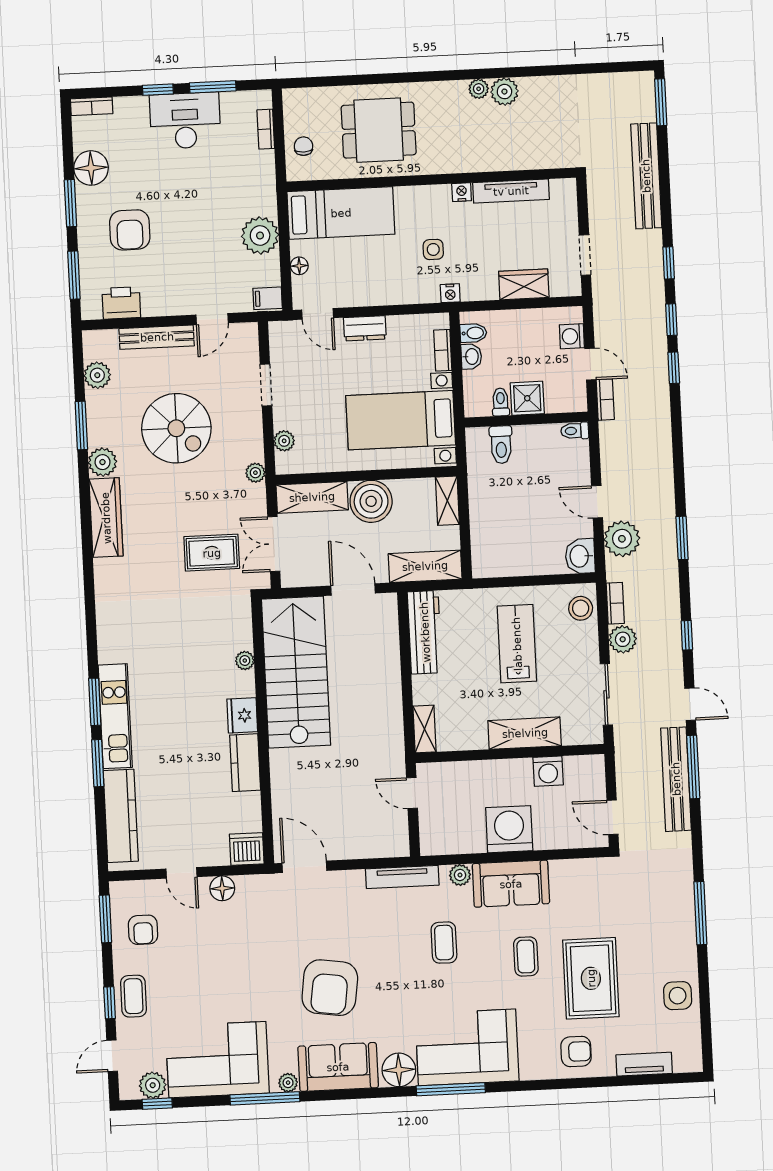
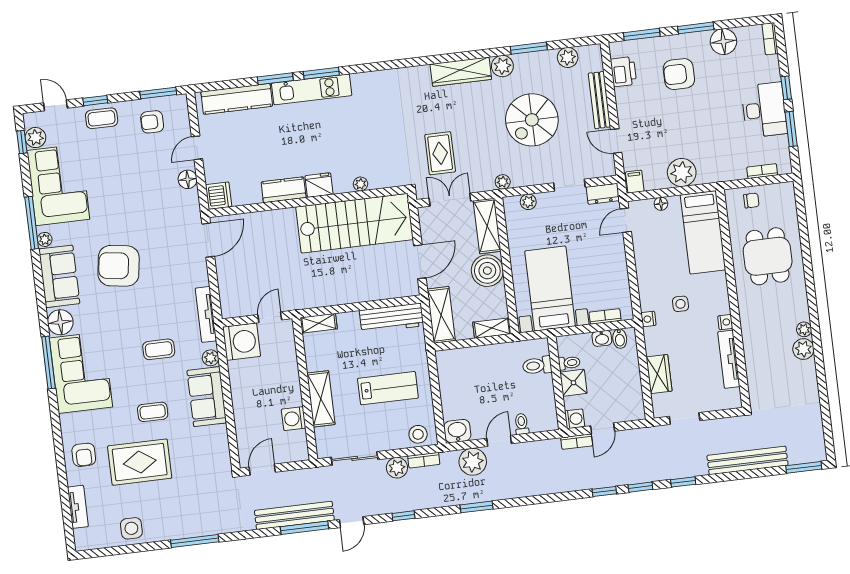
dresser: (365, 328) -> (603, 194), moved, turned -90
washing machine: (572, 336) -> (575, 419), moved, turned 90
toilet: (575, 431) -> (522, 424), moved
washing machine: (509, 829) -> (242, 342), moved

